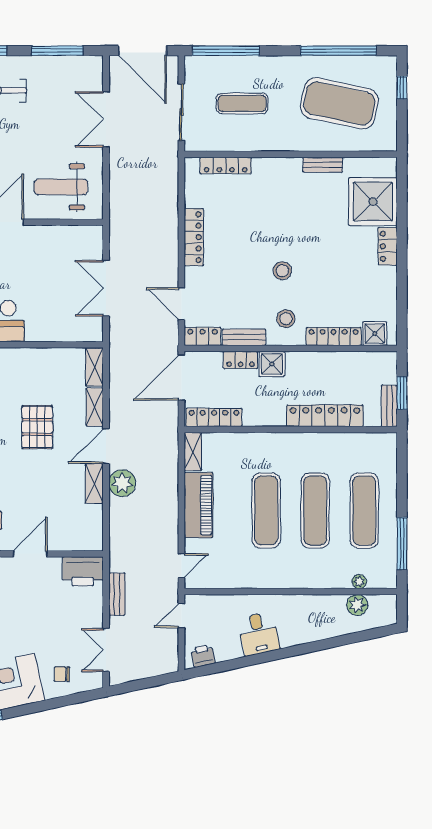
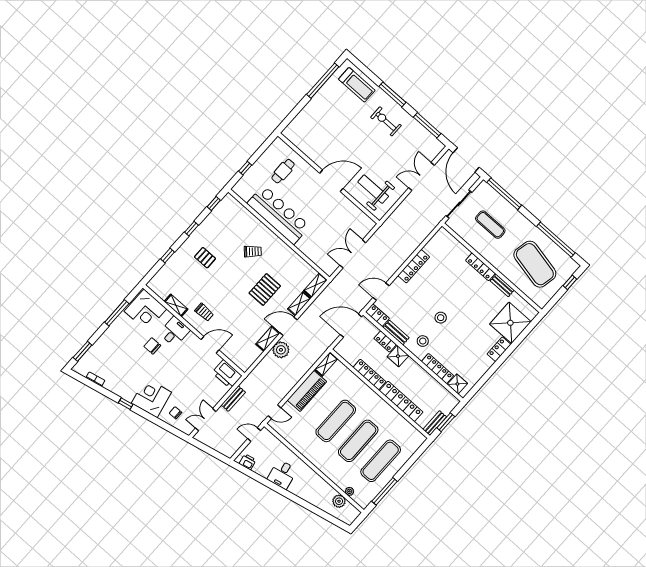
locker: (226, 166) -> (480, 267), moved
door: (181, 304) -> (381, 292), hinge flipped
locker: (214, 417) -> (369, 375), moved

